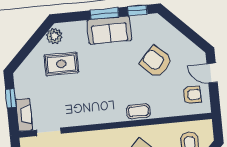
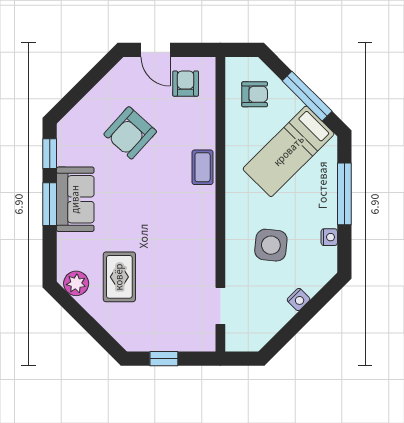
door: (212, 73) -> (155, 50), hinge flipped
fireplace: (24, 115) -> (191, 341), removed

